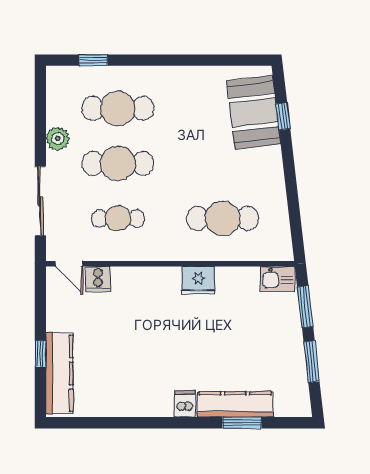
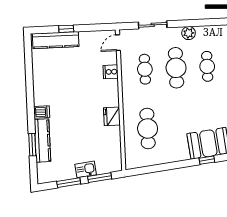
cafe table: (118, 108) -> (207, 66), width x0.73, depth x0.74
sliding door: (40, 201) -> (153, 25), width x0.73
cooker: (98, 279) -> (111, 72), moved
kitchen sink: (277, 279) -> (86, 169), moved, turned 83

